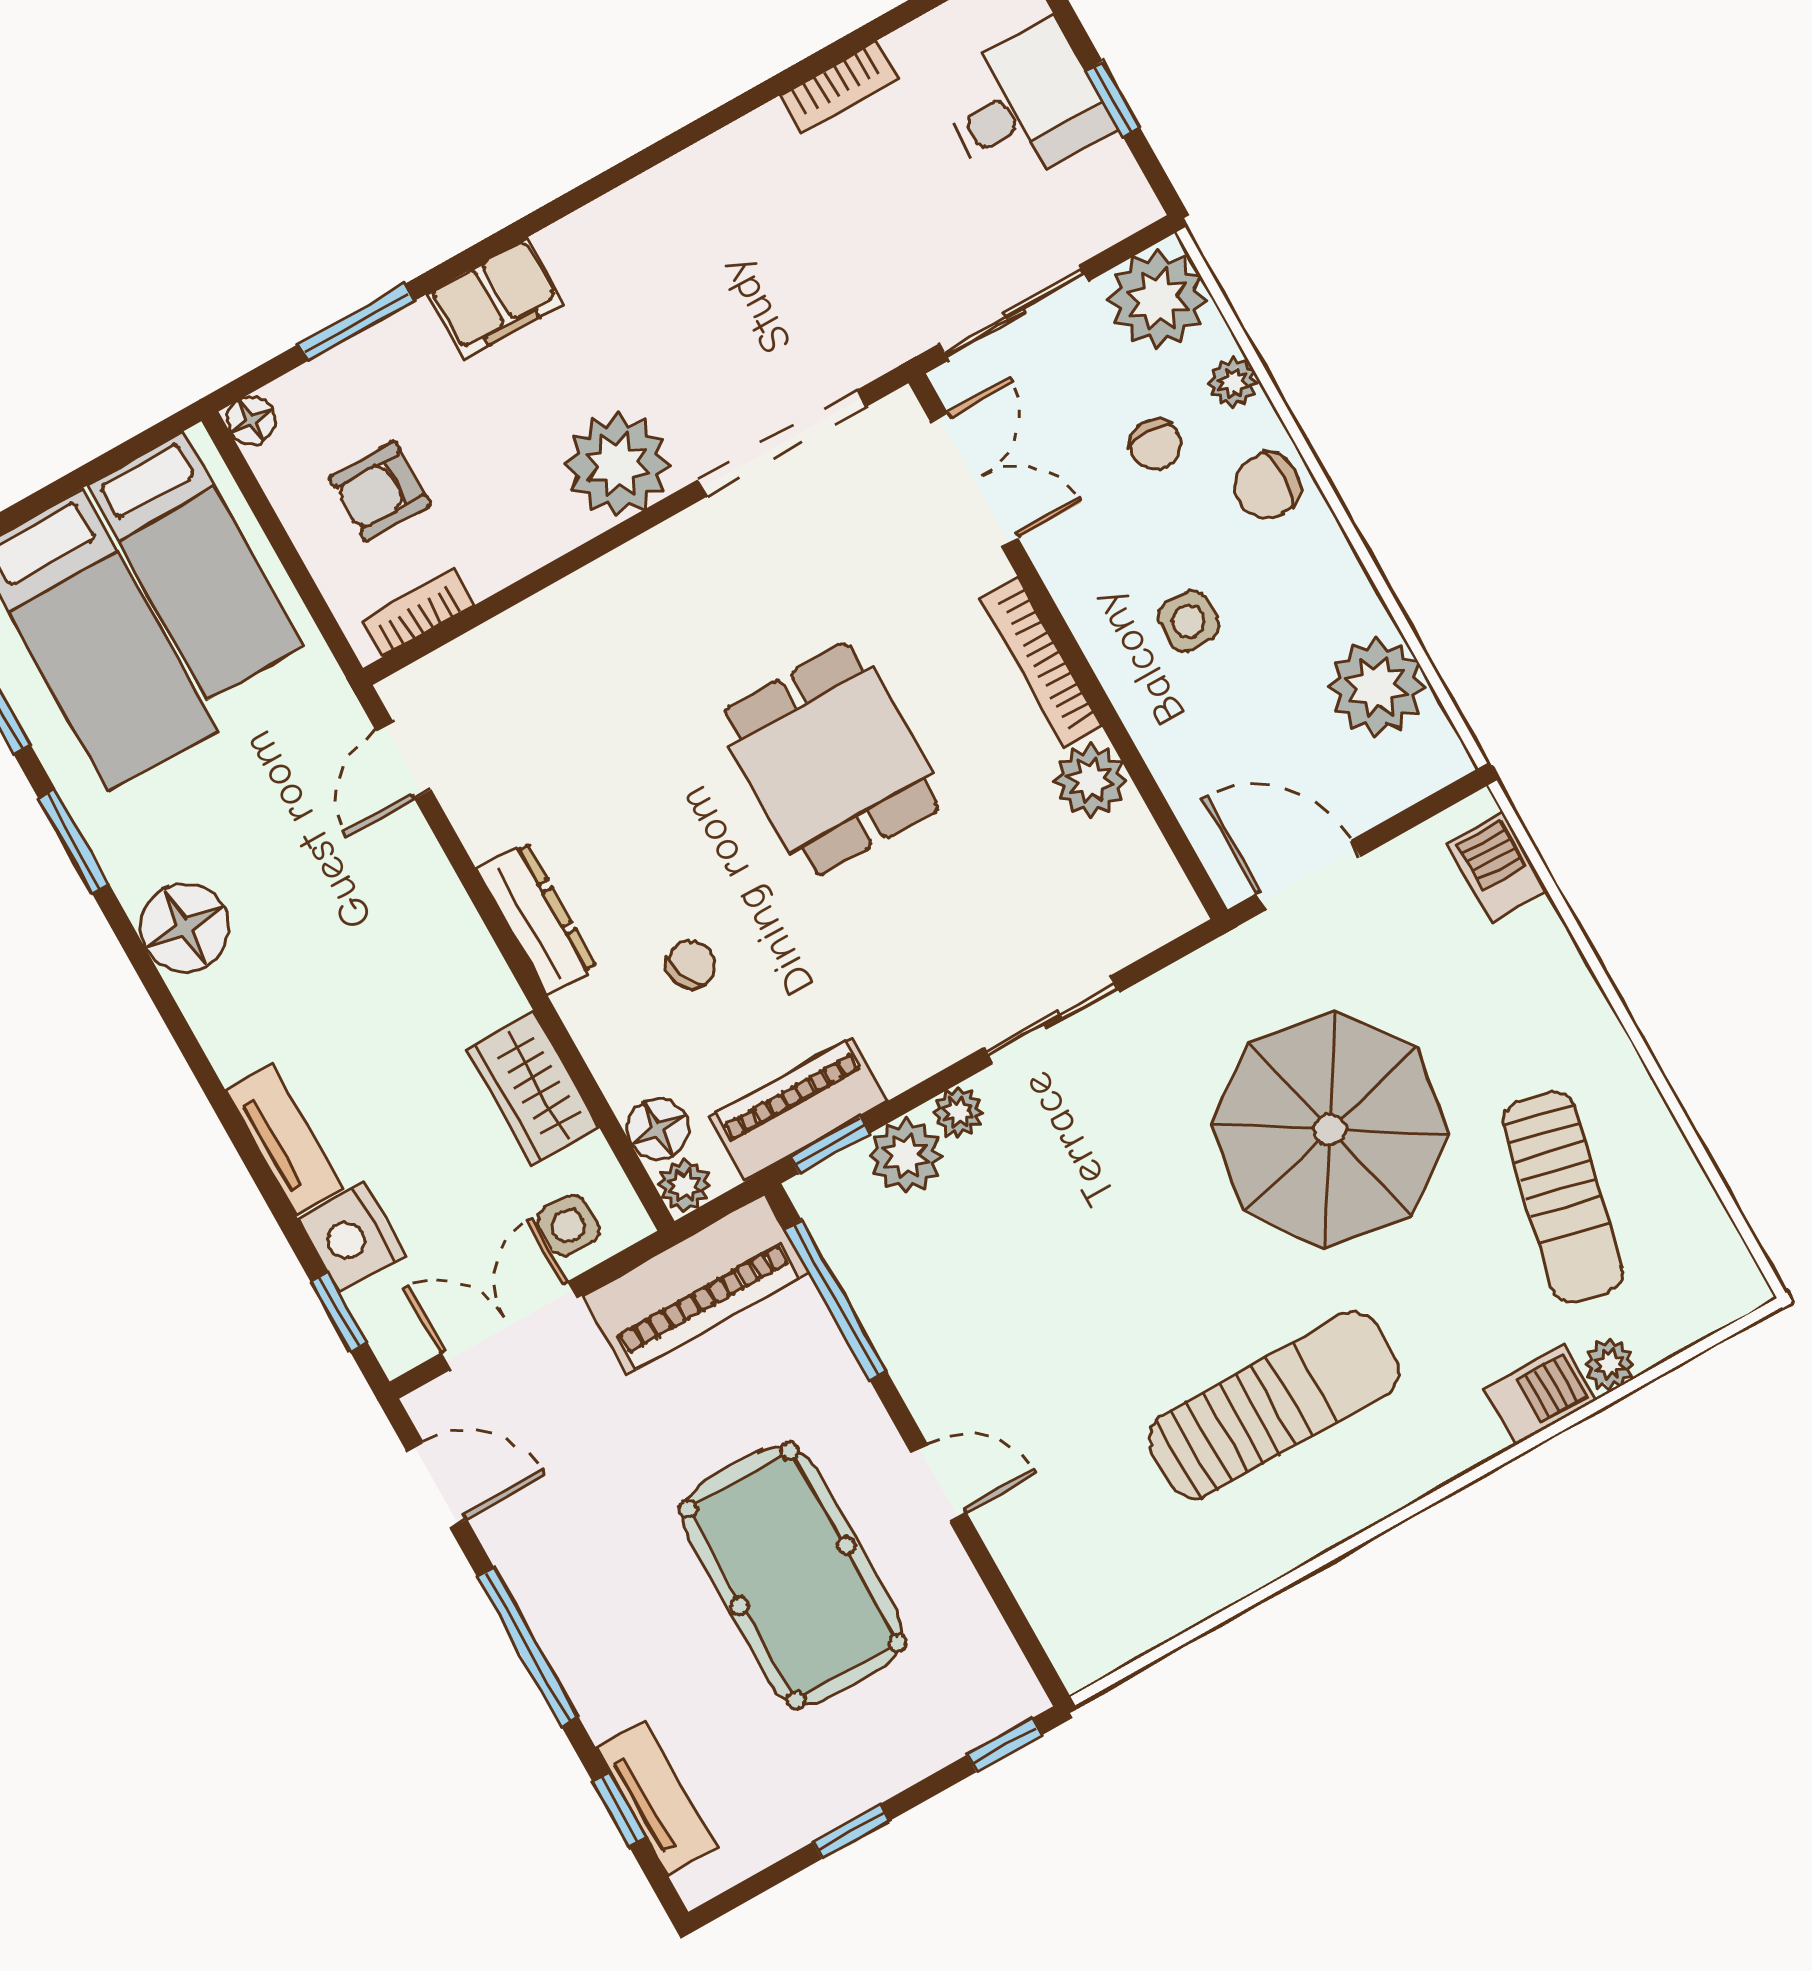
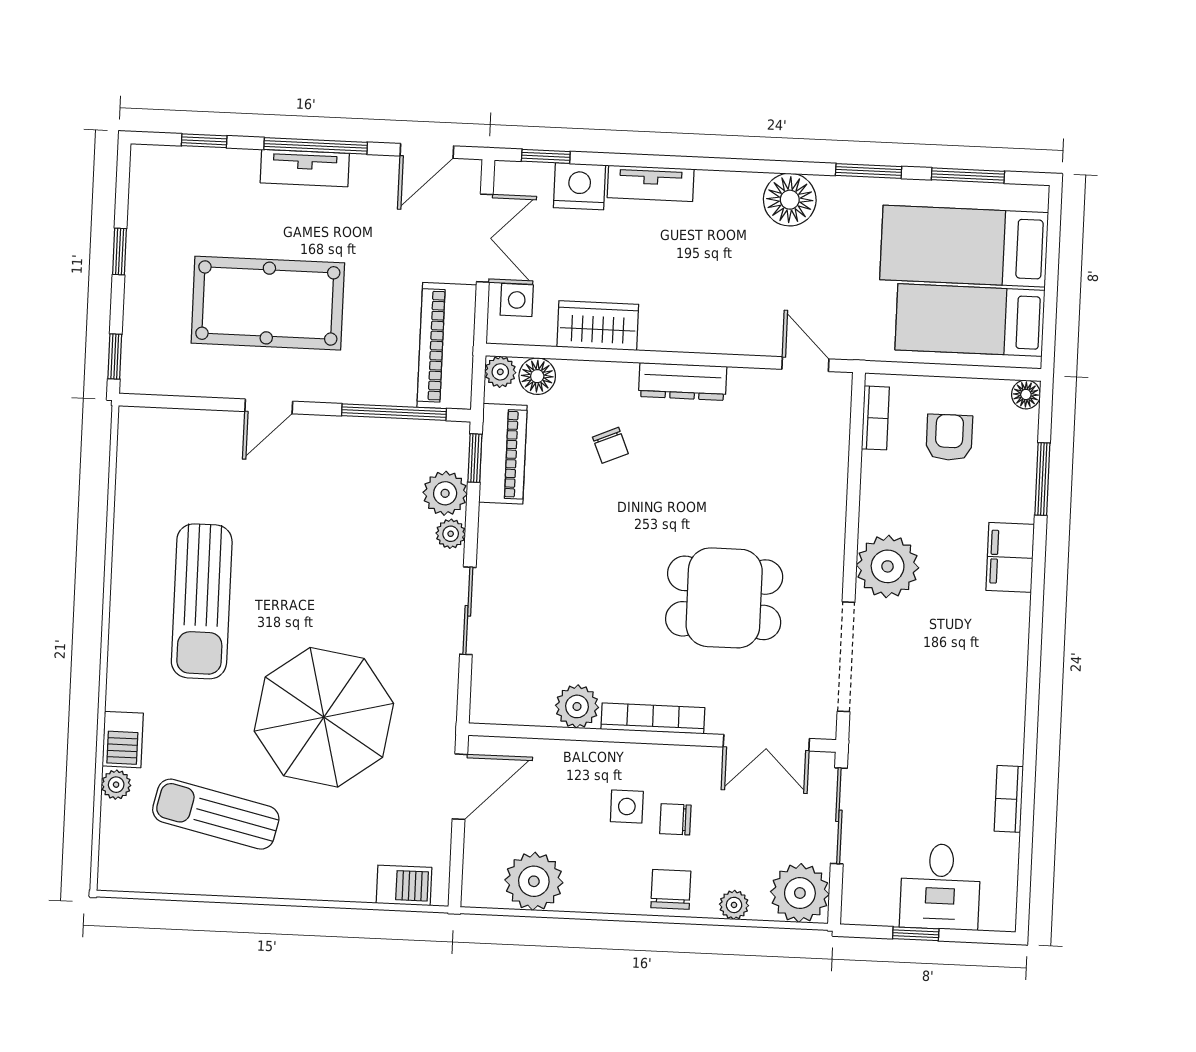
chair: (1155, 445) -> (675, 819), moved
dining table: (832, 759) -> (724, 598), moved
tv unit: (656, 1798) -> (305, 168), moved

